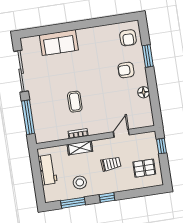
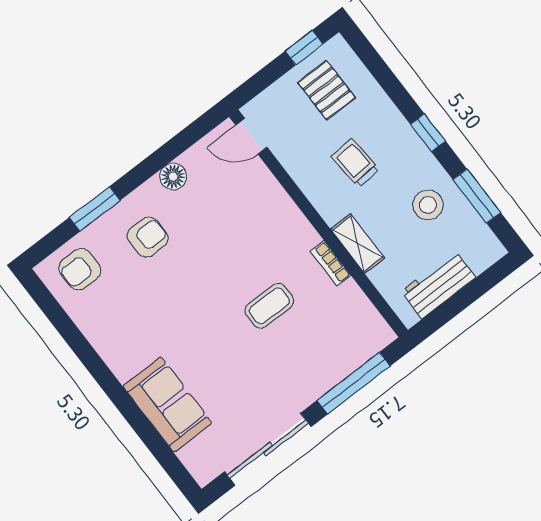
armchair: (128, 38) -> (80, 269), turned 180
armchair: (126, 70) -> (148, 237), turned -90
door: (121, 133) -> (251, 136), moved
window: (162, 146) -> (304, 48), moved

